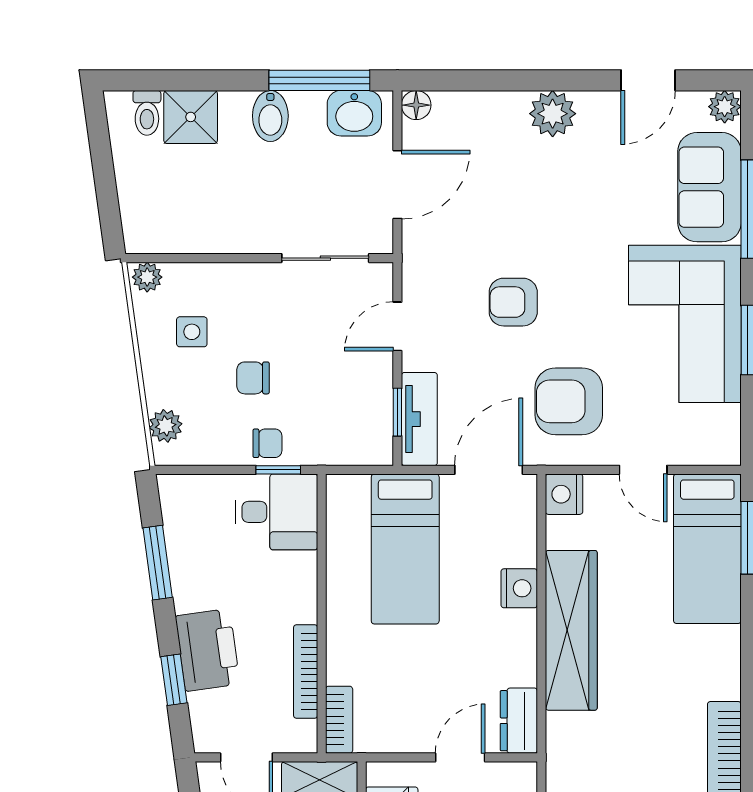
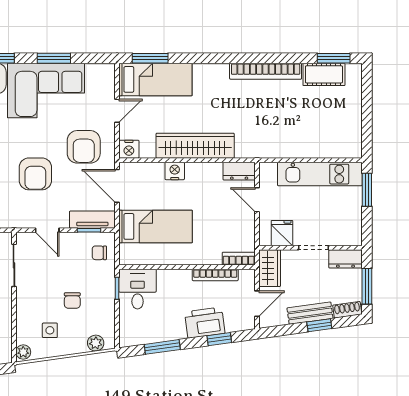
armchair: (513, 302) -> (35, 174), width x1.38, depth x1.38
chair: (267, 443) -> (99, 253), moved, turned -90

